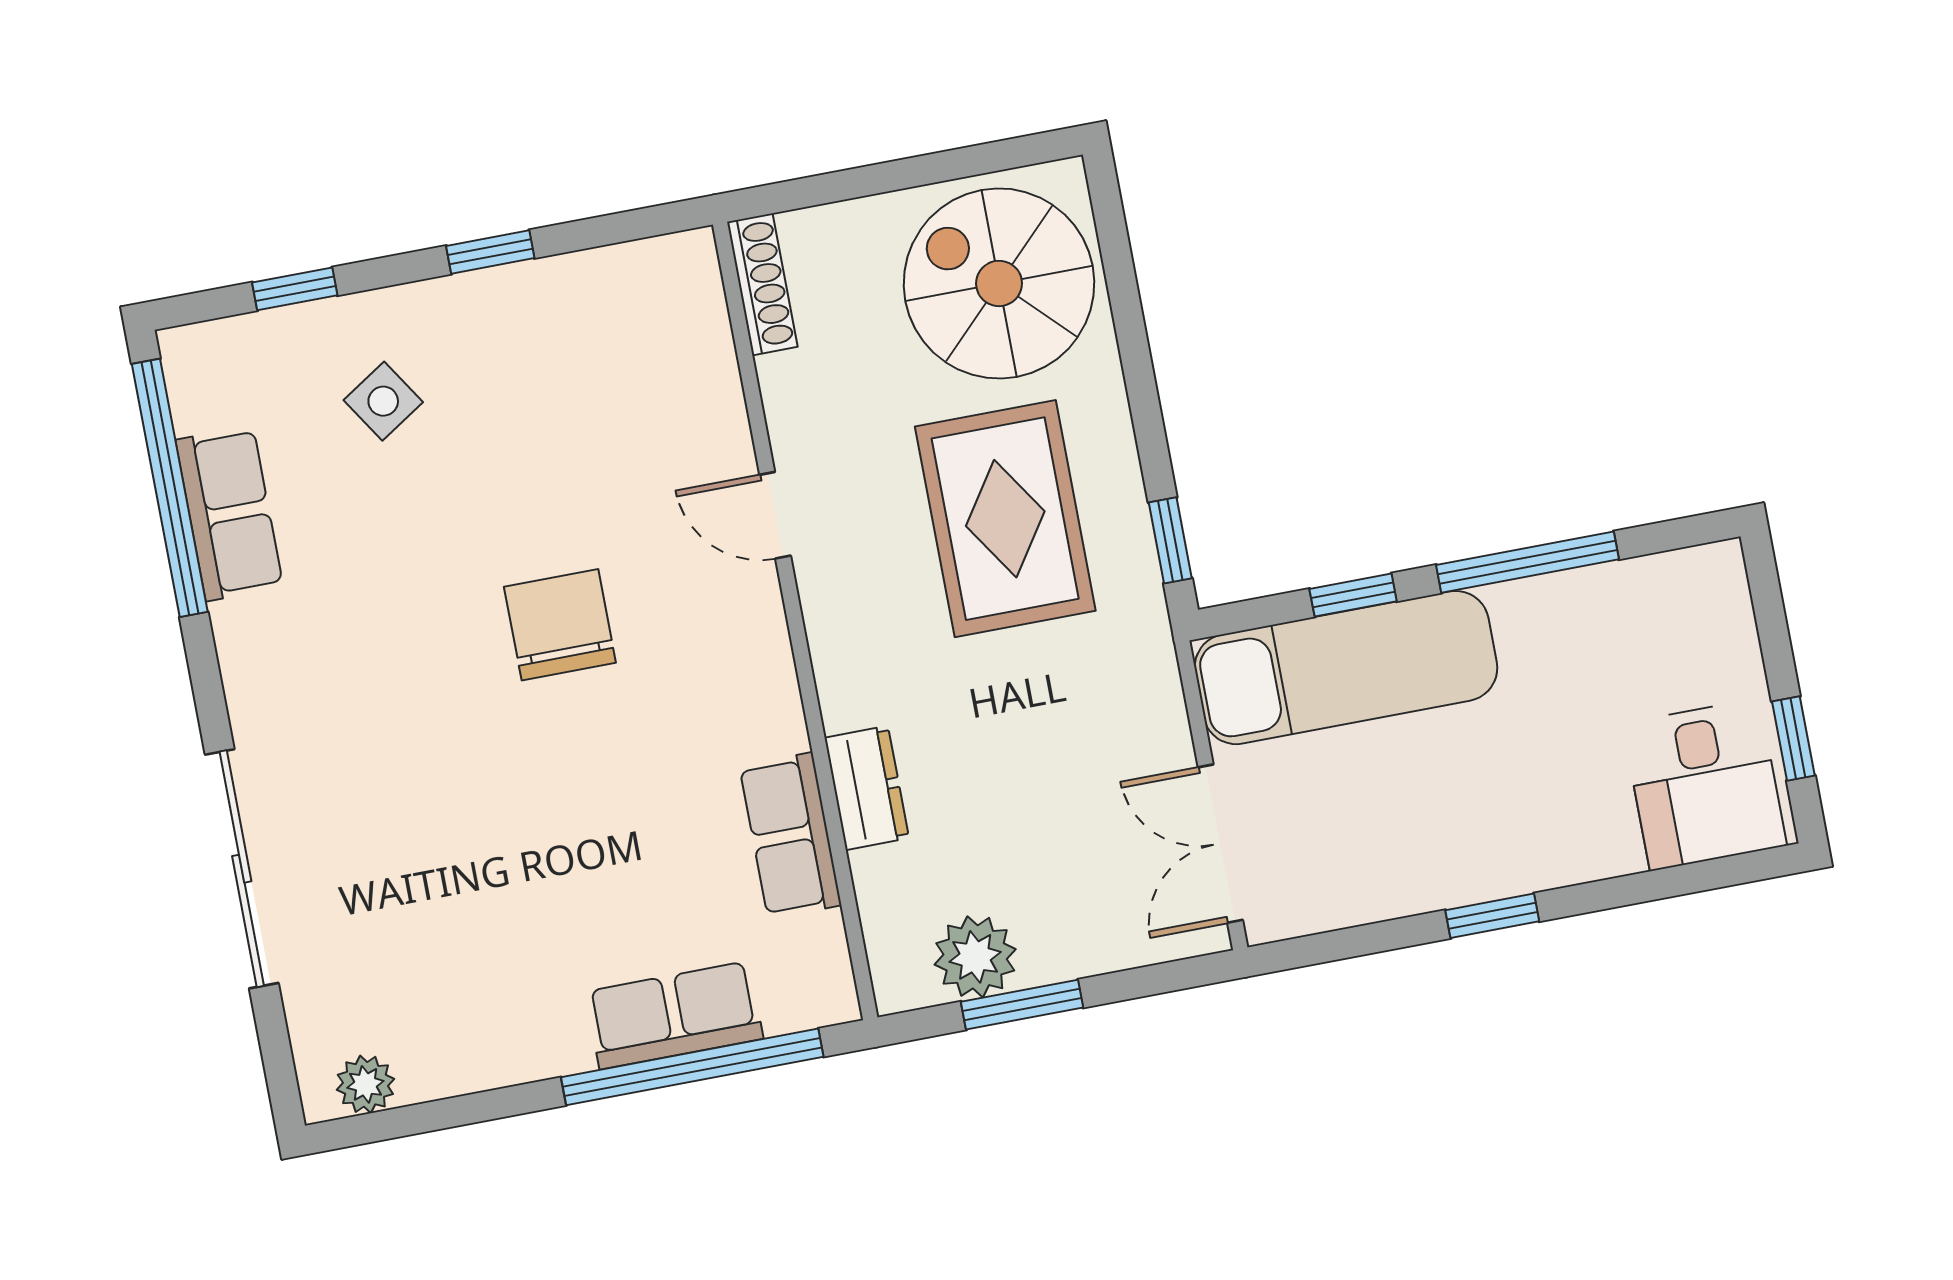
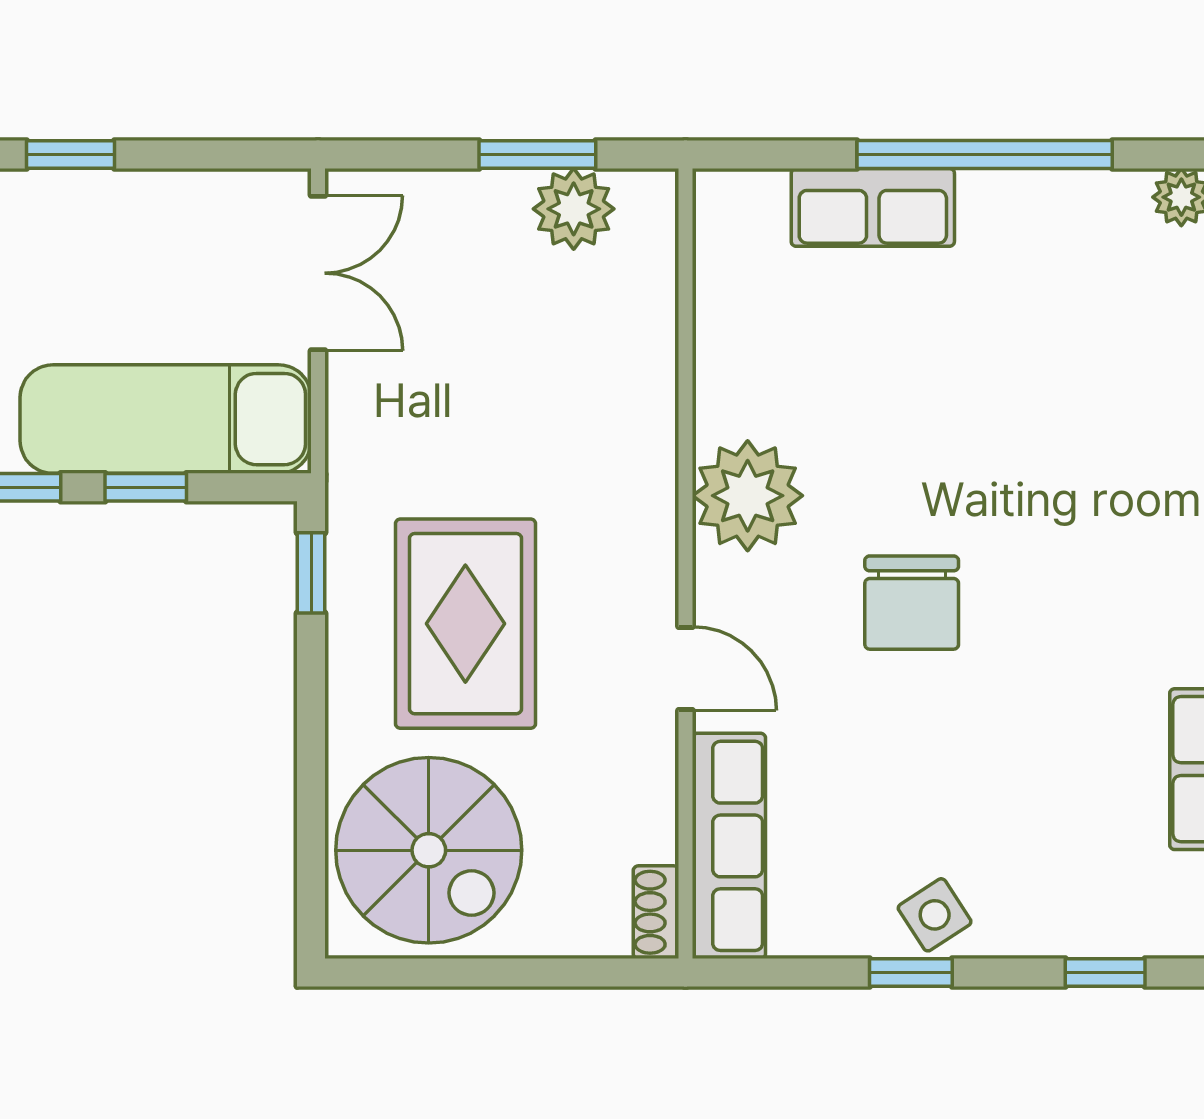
shoe rack: (762, 284) -> (656, 912), width x0.70
side table: (383, 401) -> (935, 915), moved
plant: (745, 701) -> (748, 496), added
dresser: (867, 788) -> (647, 390), removed
row of seats: (790, 836) -> (729, 846), moved, width x1.48
window: (692, 1067) -> (985, 155), moved

